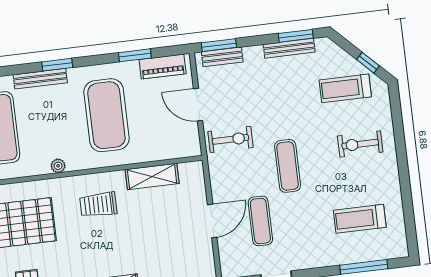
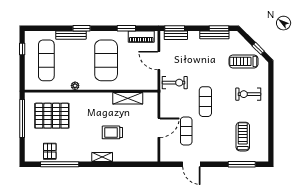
trolley: (98, 205) -> (112, 132), moved
treadmill: (360, 219) -> (243, 137), turned 90

